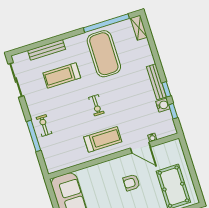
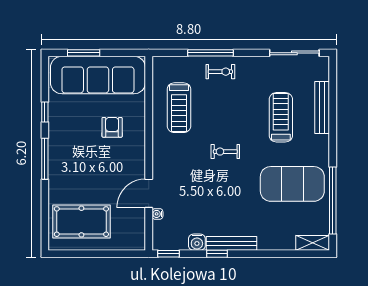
window: (173, 111) -> (169, 254), moved
treadmill: (103, 139) -> (179, 108), moved
armchair: (131, 183) -> (112, 127), moved

